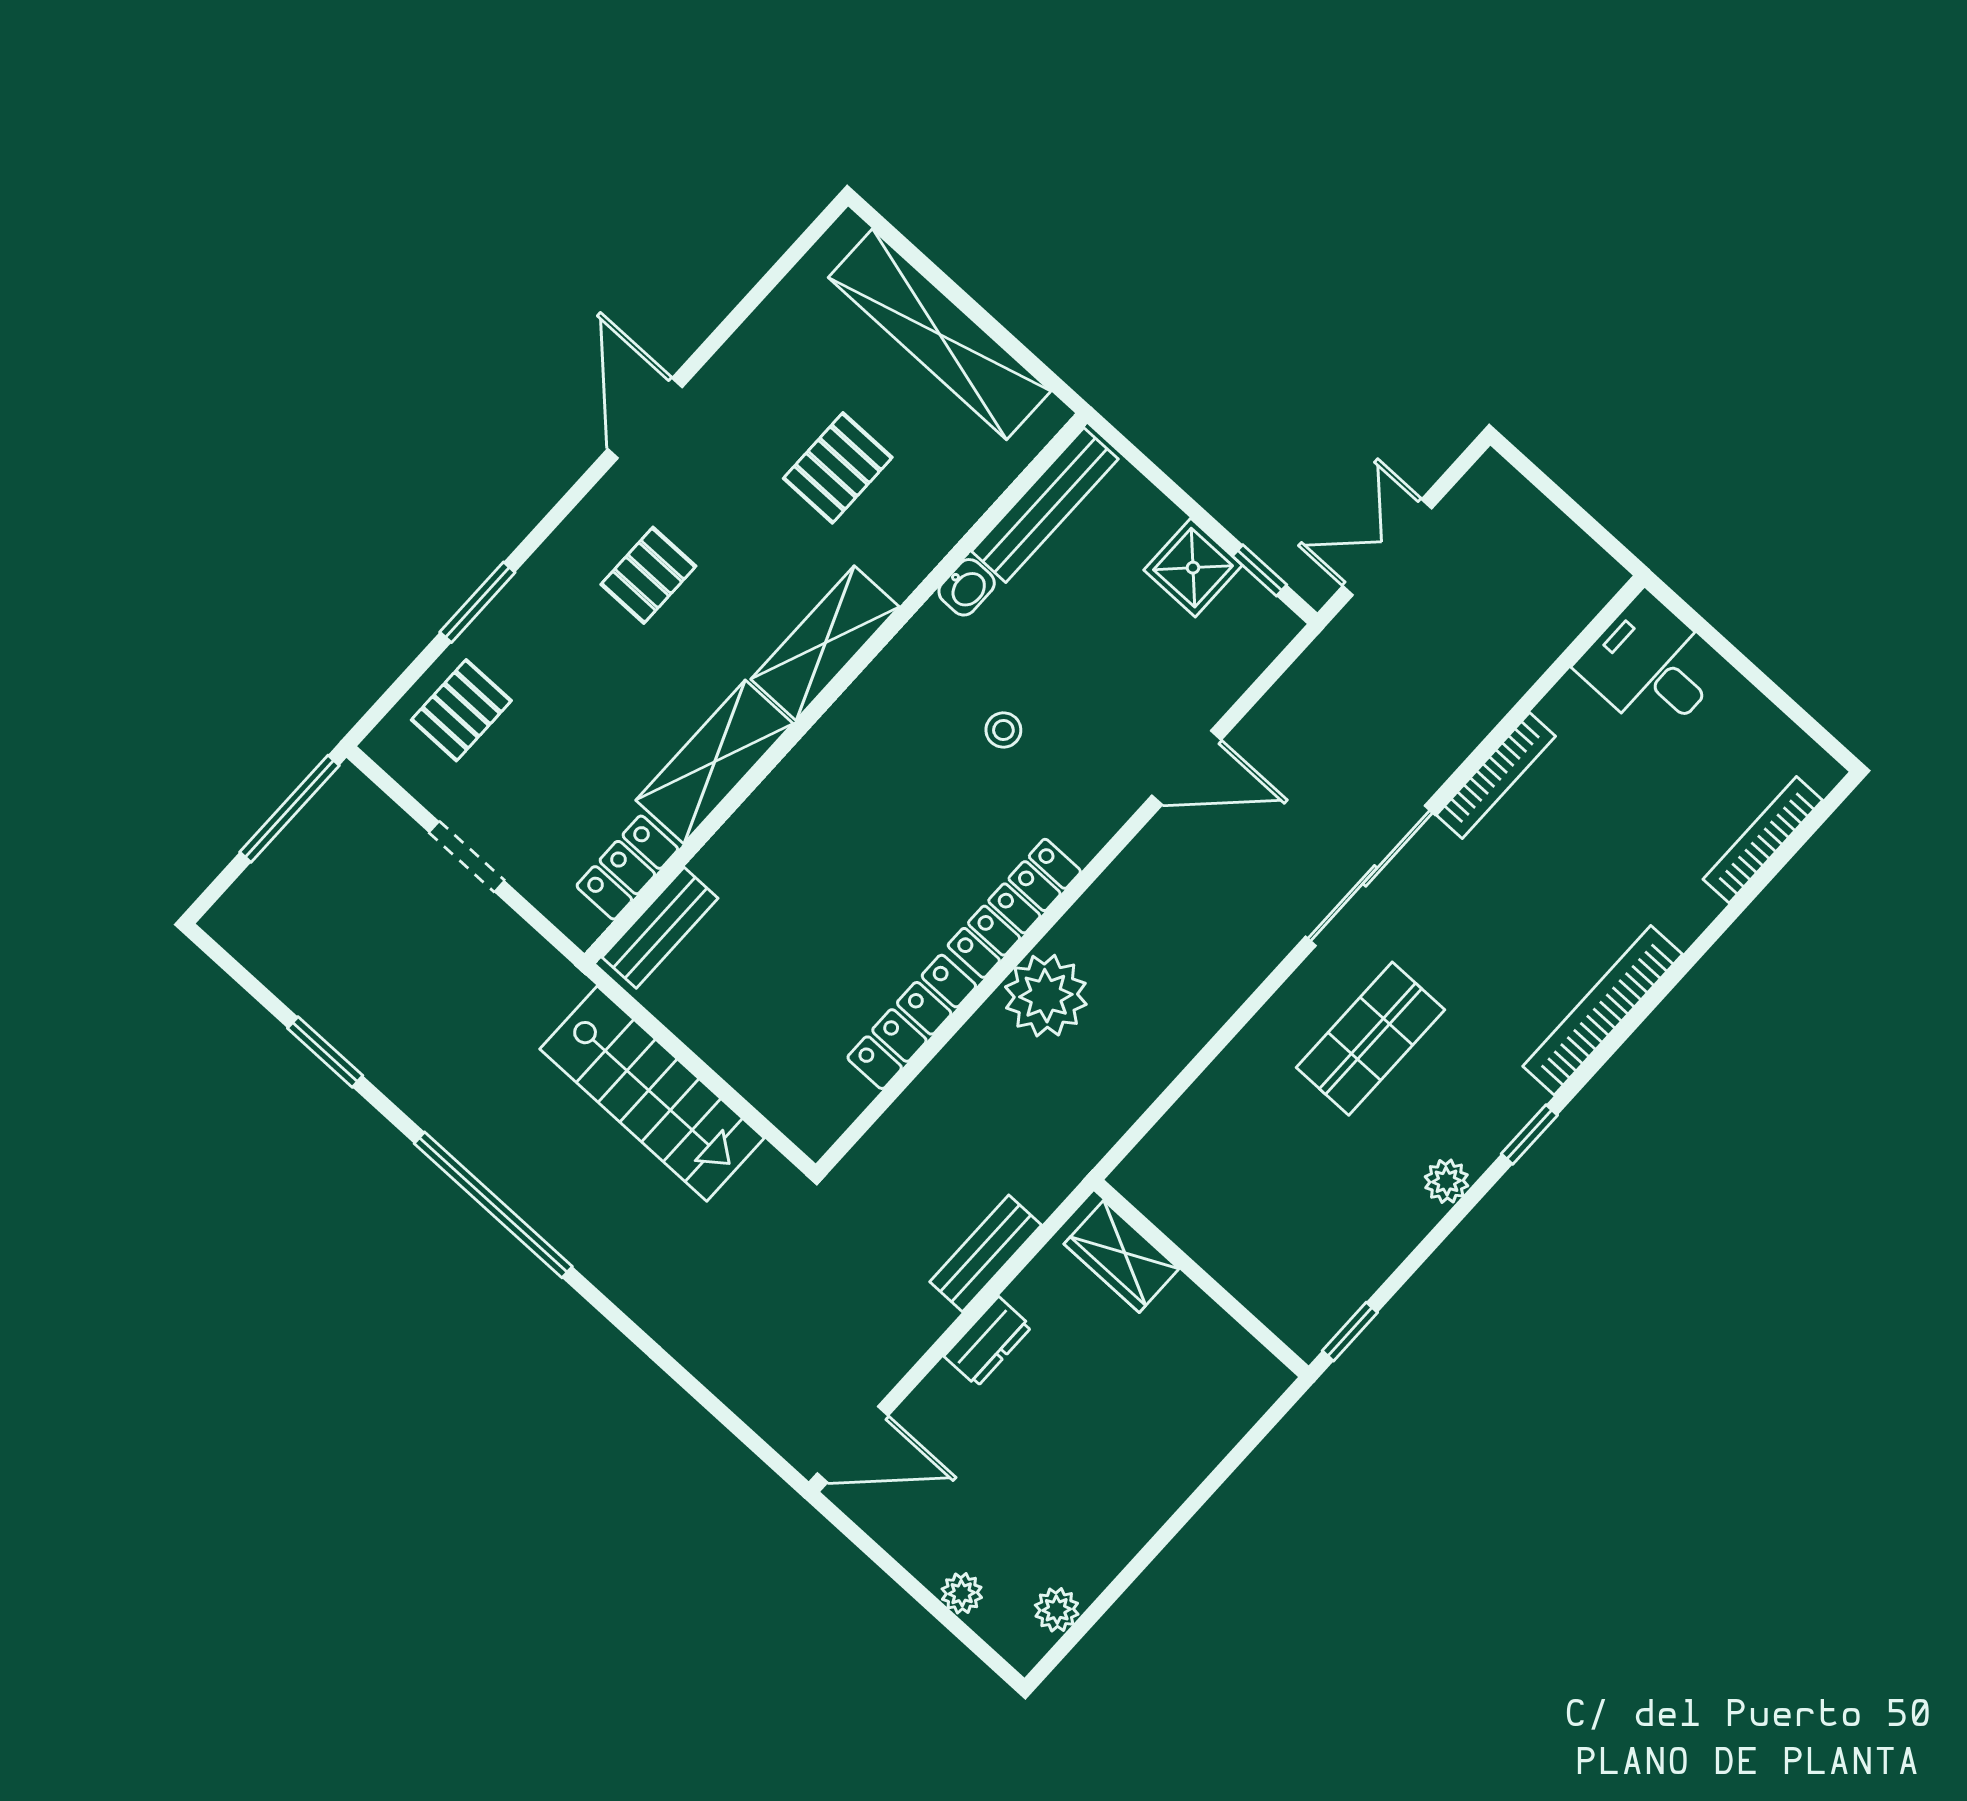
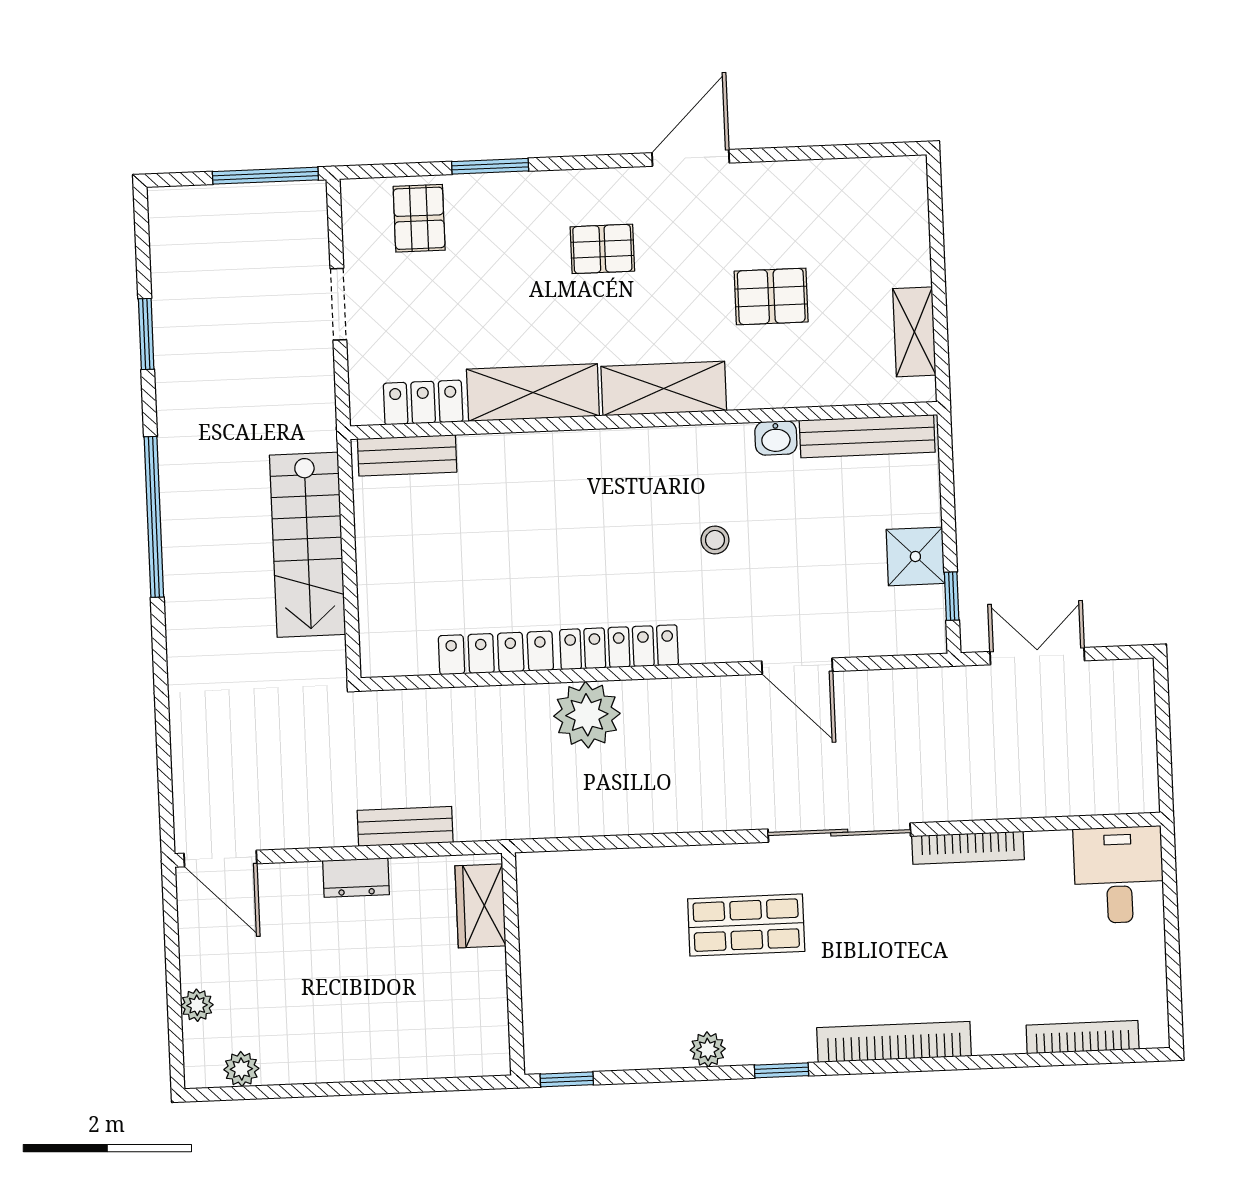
shelving: (940, 334) -> (914, 332), width x0.45, depth x0.75
pallet: (461, 710) -> (419, 218), turned 90

